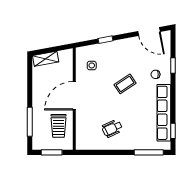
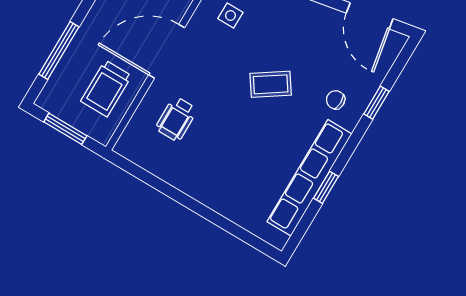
wheelchair: (112, 128) -> (176, 119), moved, turned -65
window: (173, 131) -> (326, 187), moved
window: (149, 152) -> (240, 233), removed

